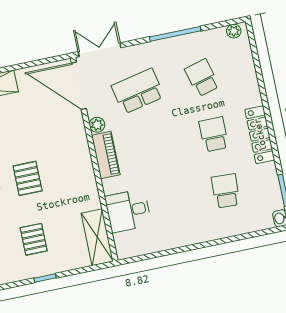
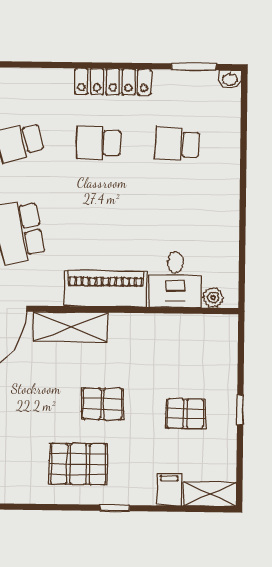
plant: (97, 125) -> (213, 297), moved
piano: (106, 155) -> (106, 288), width x1.37, depth x1.33
shelving: (97, 237) -> (71, 327), moved

